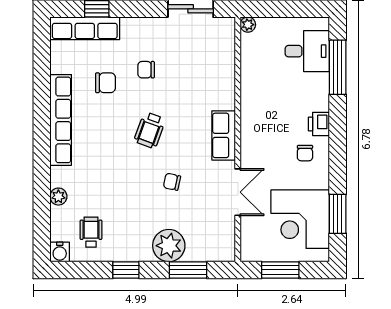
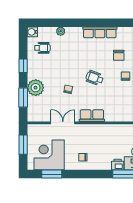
row of seats: (61, 120) -> (100, 32), width x0.73
printer: (319, 124) -> (118, 164), moved
double door: (238, 192) -> (63, 123), swing flipped

